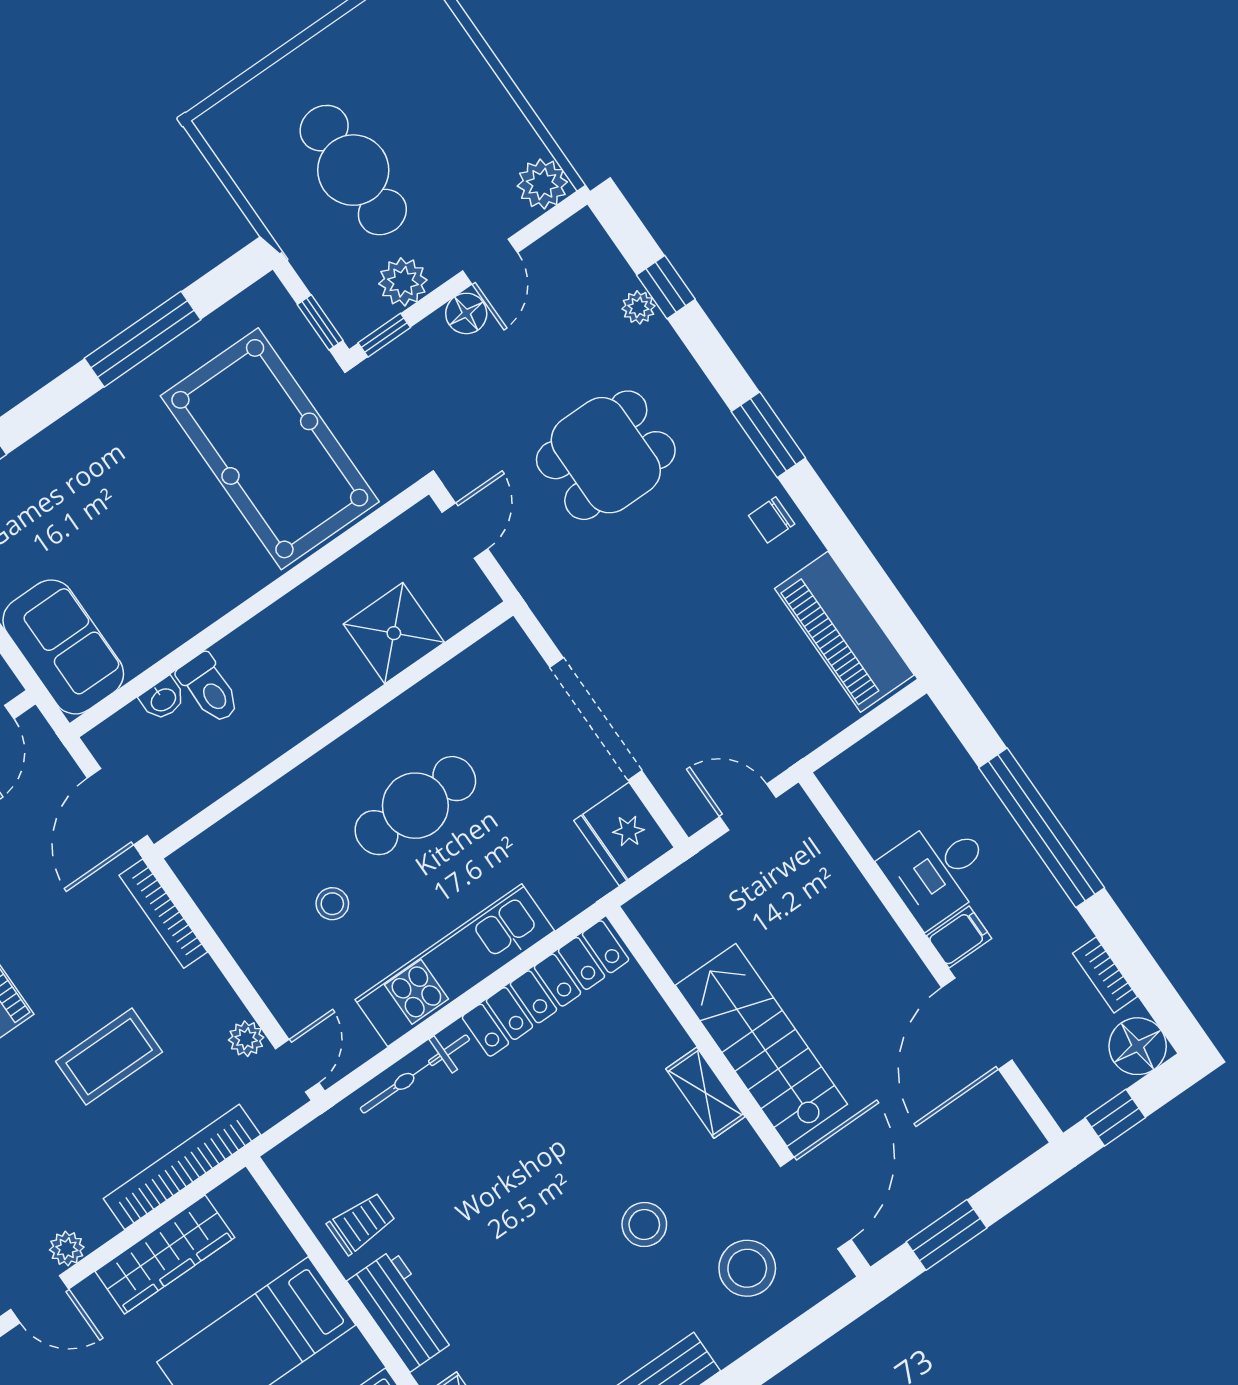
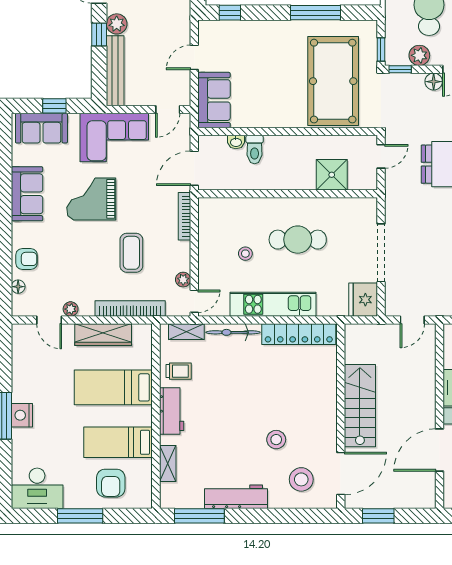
door: (748, 807) -> (412, 320), swing flipped
coffee table: (109, 1057) -> (131, 253), turned 90
shelving: (705, 1093) -> (186, 332), moved, turned 90

